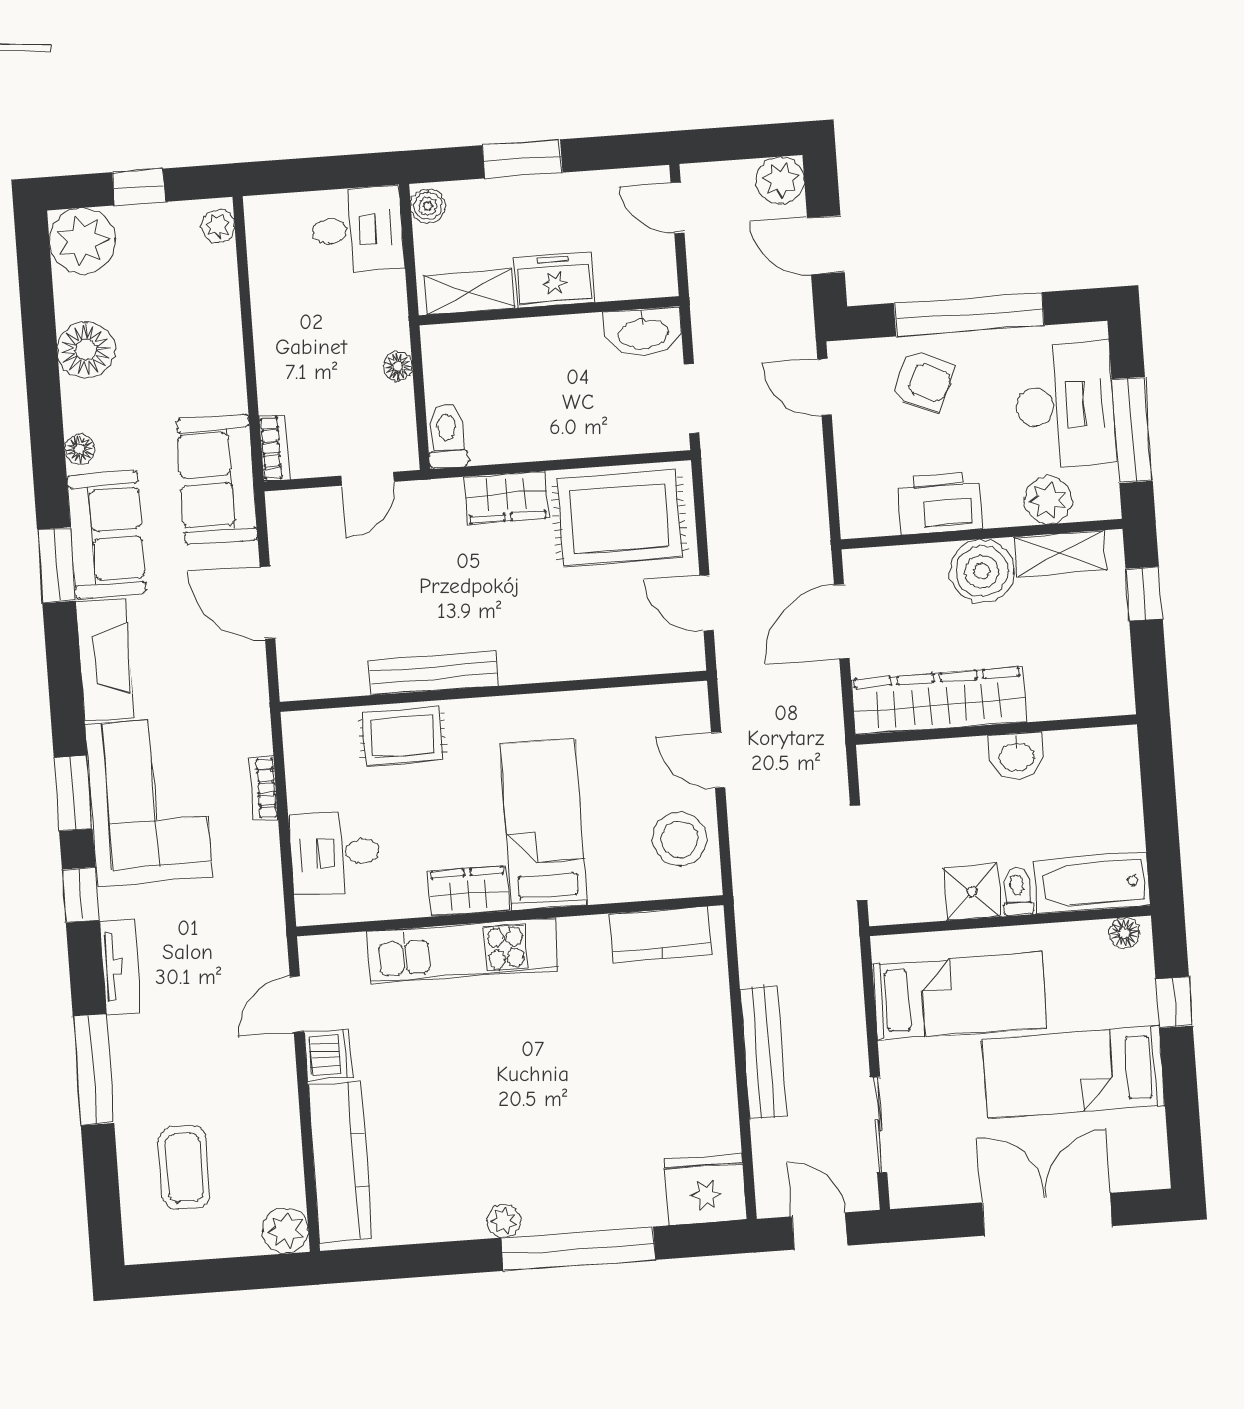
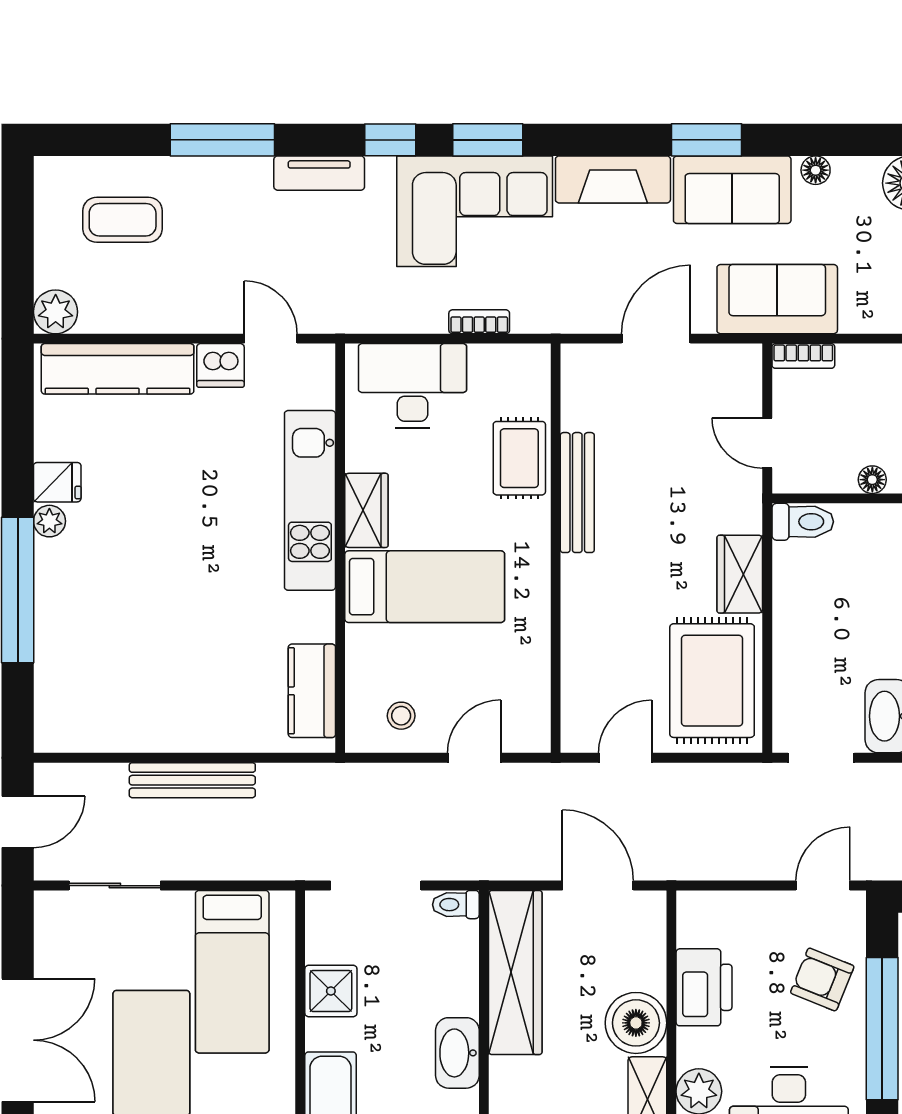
armchair: (922, 380) -> (822, 979), turned 88
washbasin: (1017, 756) -> (457, 1053), width x1.38
stool: (680, 839) -> (401, 716), width x0.53, depth x0.53
desk: (335, 853) -> (412, 386), width x1.37
toilet: (1017, 891) -> (456, 905), moved, turned 180
fridge: (705, 1189) -> (57, 482), moved, width x0.53, depth x0.75

